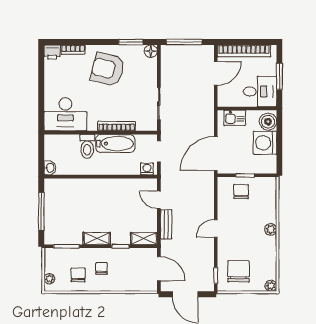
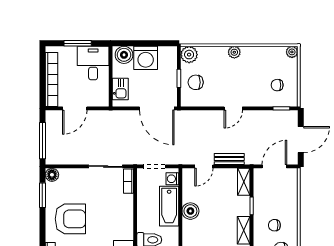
armchair: (108, 69) -> (70, 219), turned -104
door: (216, 73) -> (75, 108), swing flipped
bookcase: (117, 126) -> (129, 181), moved, width x0.64
bathtub: (115, 144) -> (169, 206), moved, turned 180
plant: (268, 185) -> (189, 55), added
boiler: (115, 187) -> (190, 211), added
door: (216, 228) -> (233, 108), hinge flipped
chair: (238, 271) -> (277, 85), width x0.54, depth x0.54

